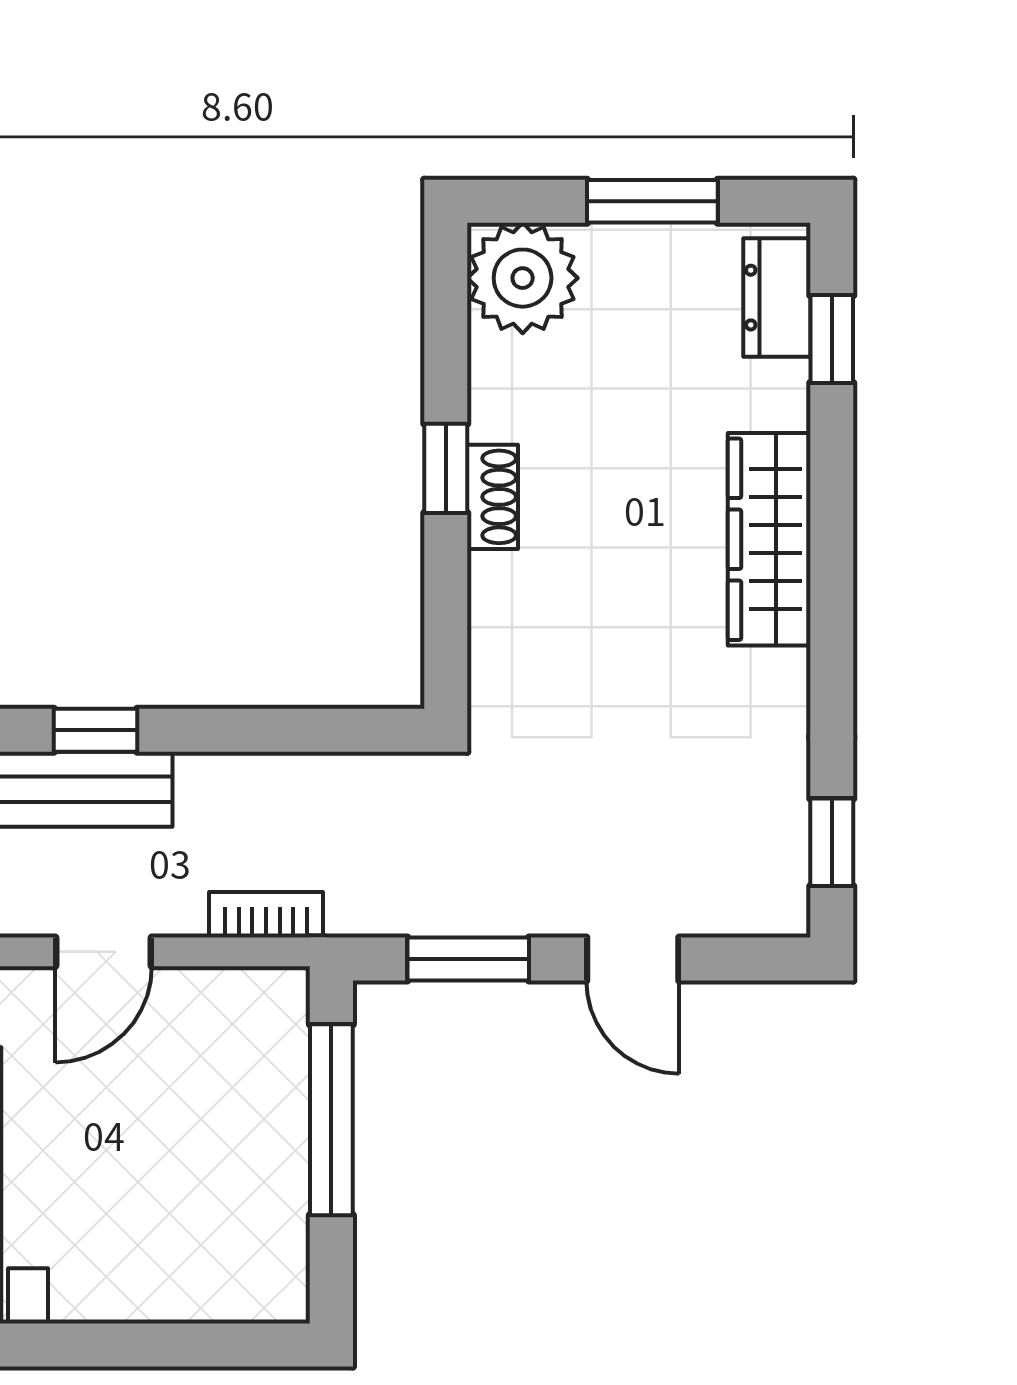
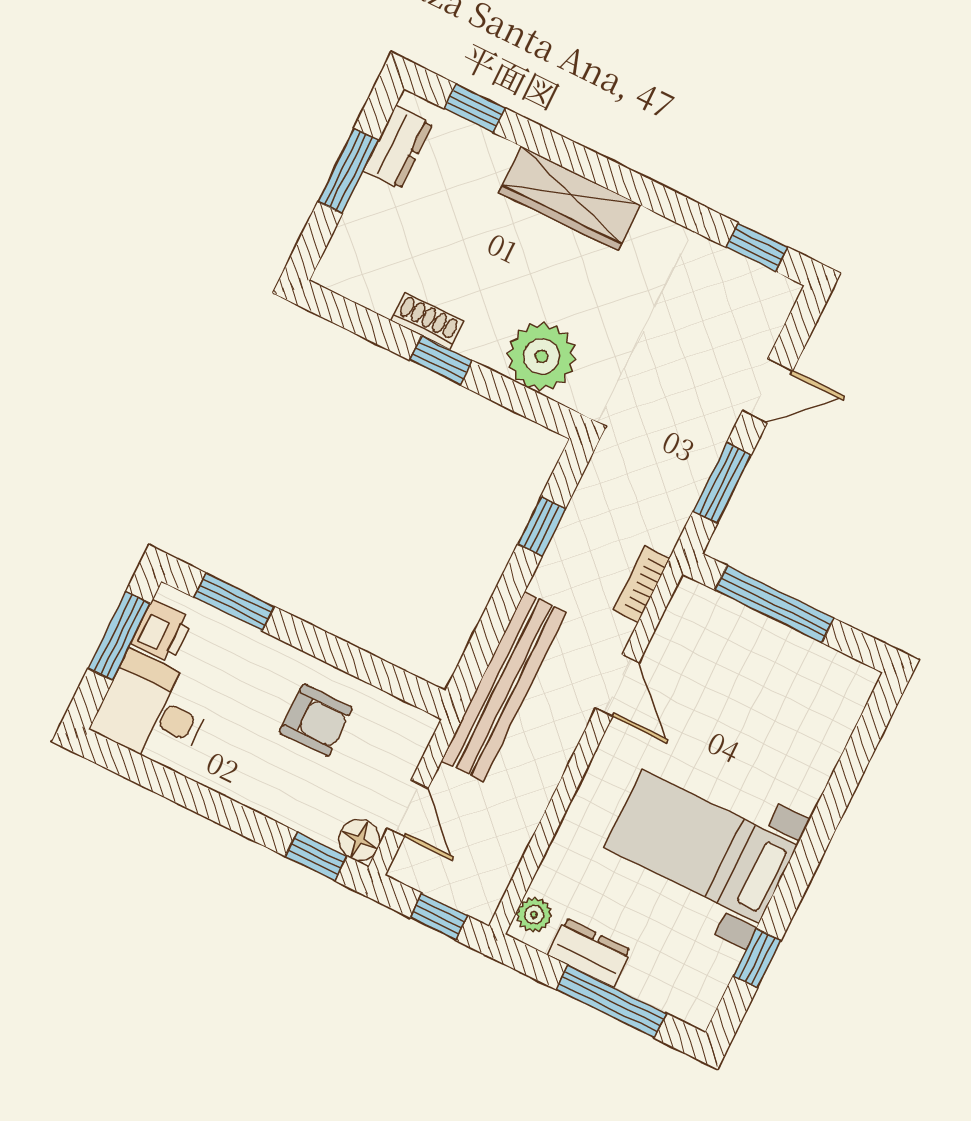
plant: (523, 278) -> (542, 356), moved
dresser: (777, 298) -> (398, 147), moved, turned -90
shoe rack: (493, 497) -> (427, 321), moved
window: (96, 730) -> (541, 527), moved

